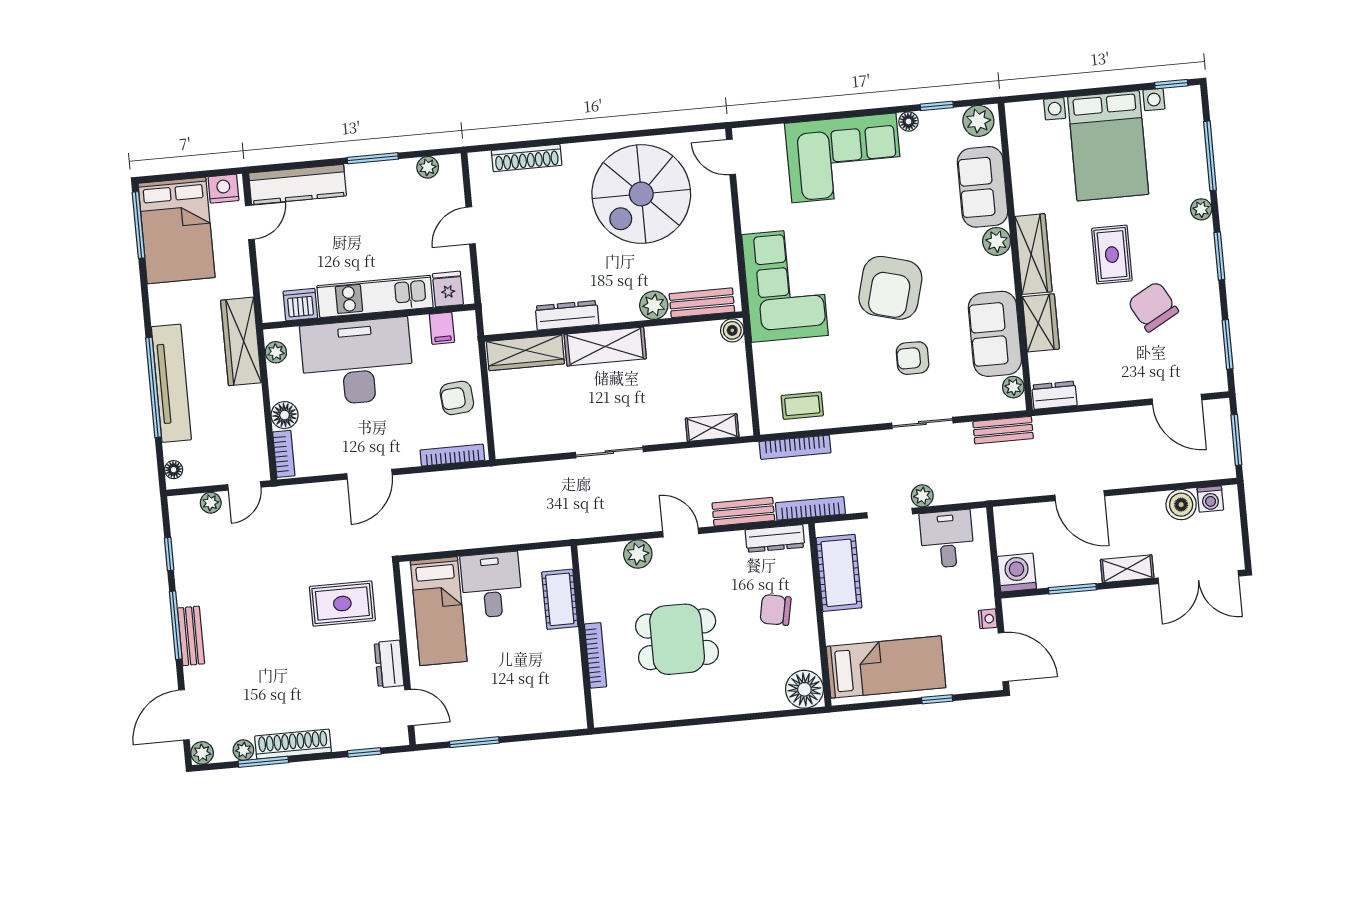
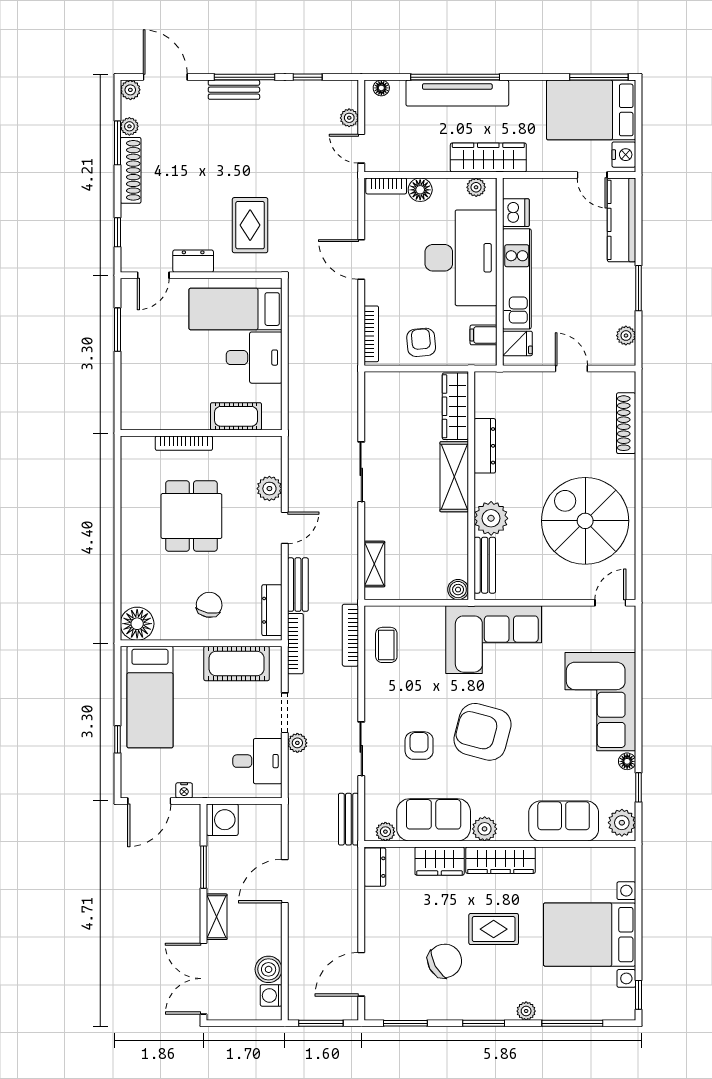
plant: (997, 241) -> (485, 829), moved
plant: (654, 305) -> (491, 518), width x1.36, depth x1.36

